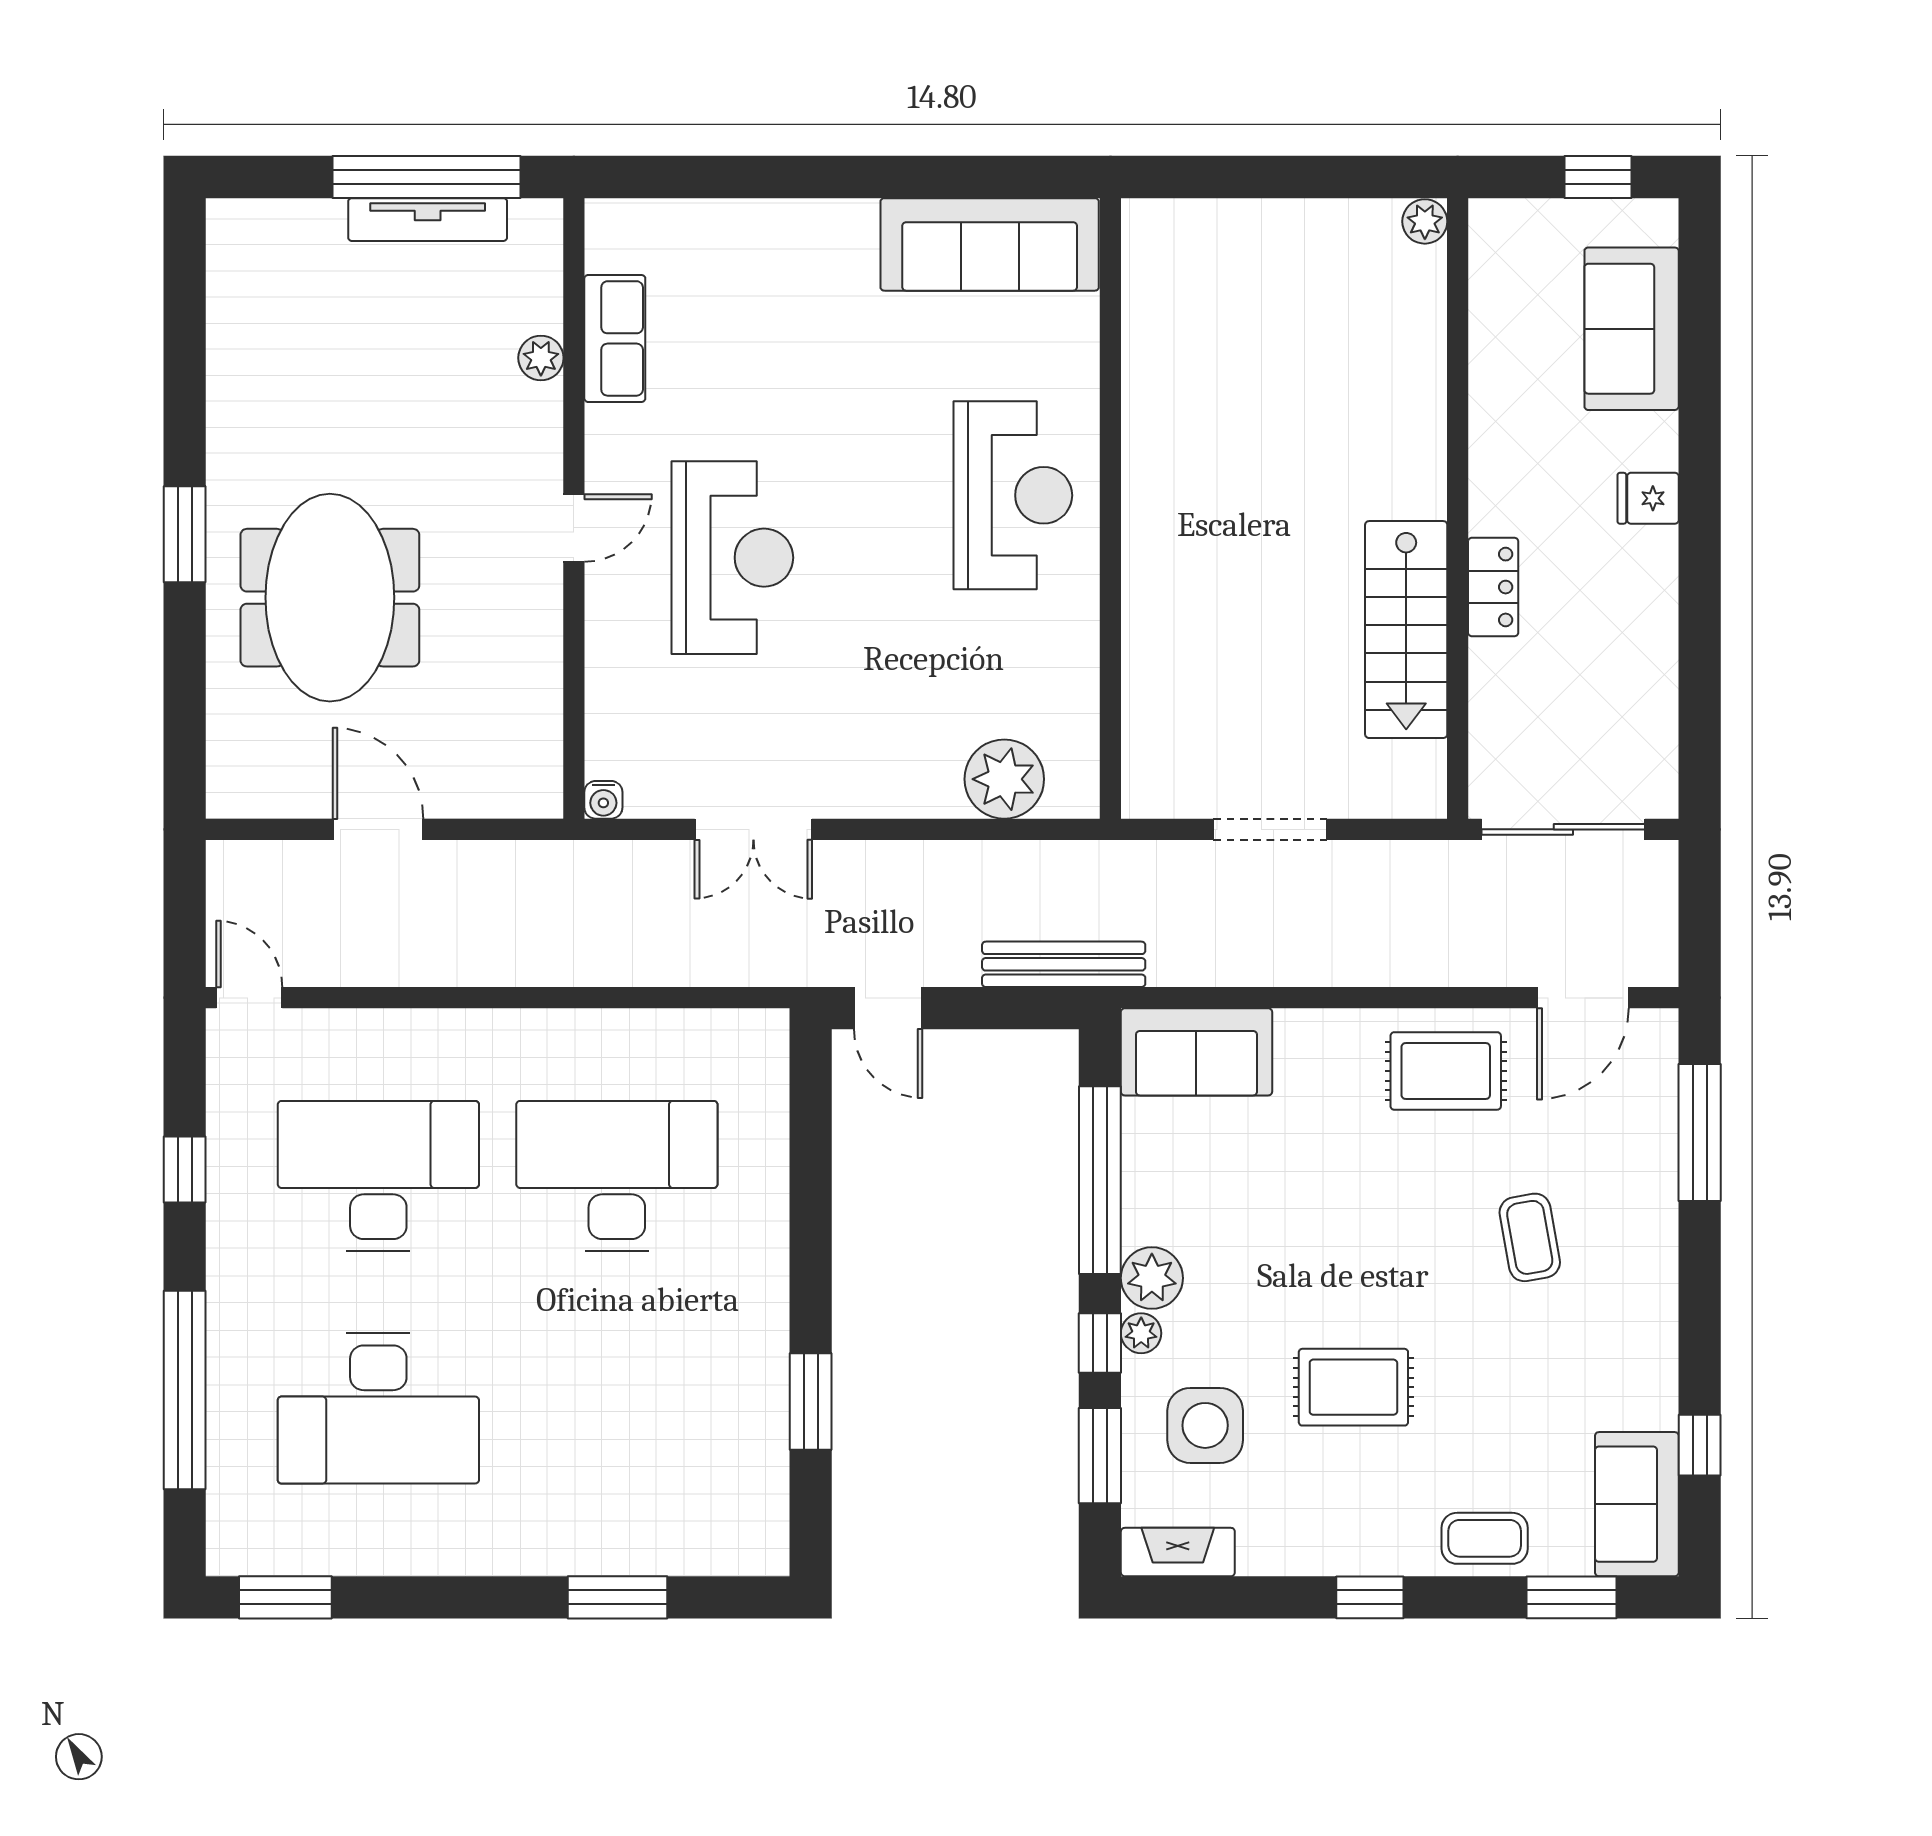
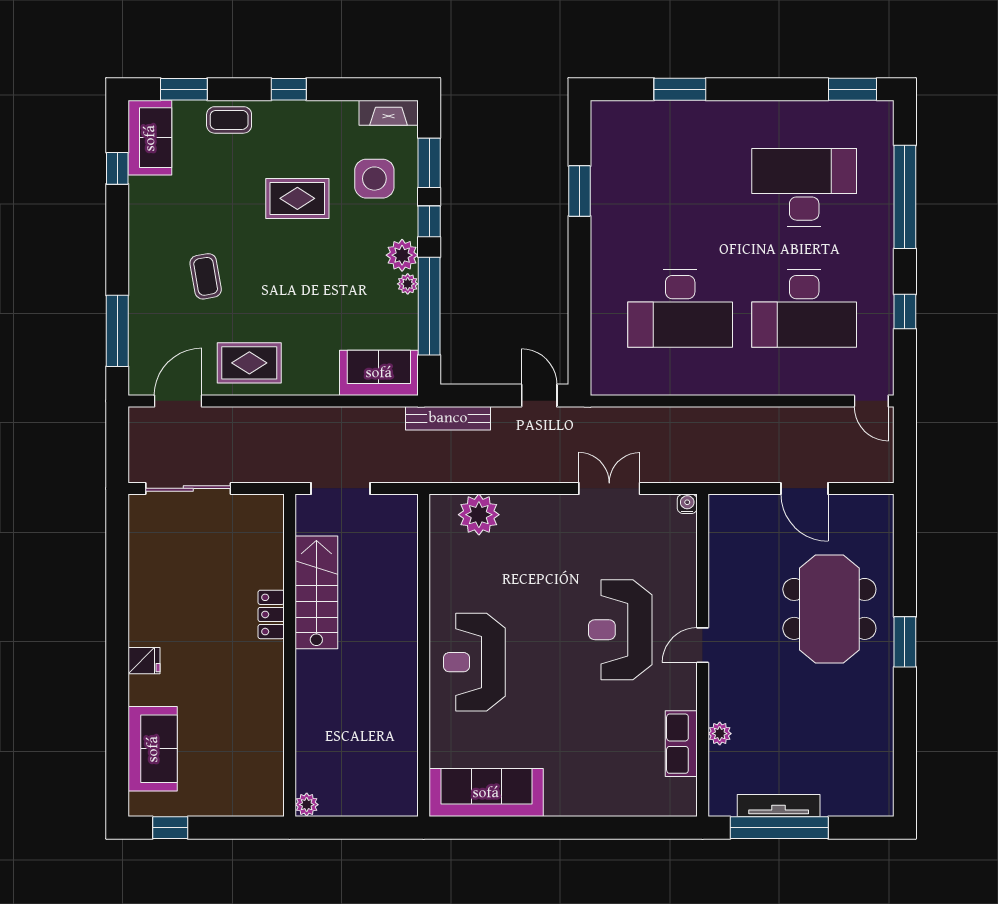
plant: (1425, 221) -> (307, 805), moved
wall: (1458, 508) -> (290, 655), moved
locker: (1493, 587) -> (271, 614), moved
stairs: (1406, 630) -> (316, 592), moved
plant: (1141, 1333) -> (408, 284), moved

